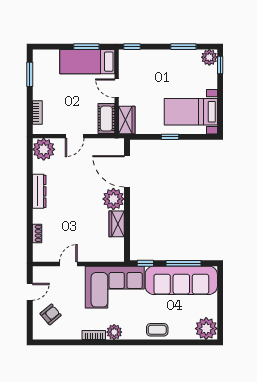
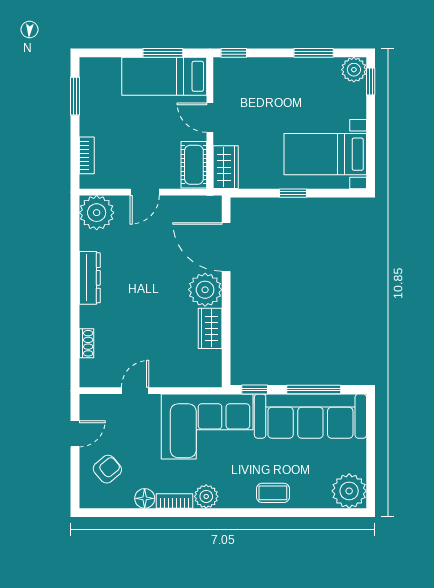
floor lamp: (75, 333) -> (145, 498), added

